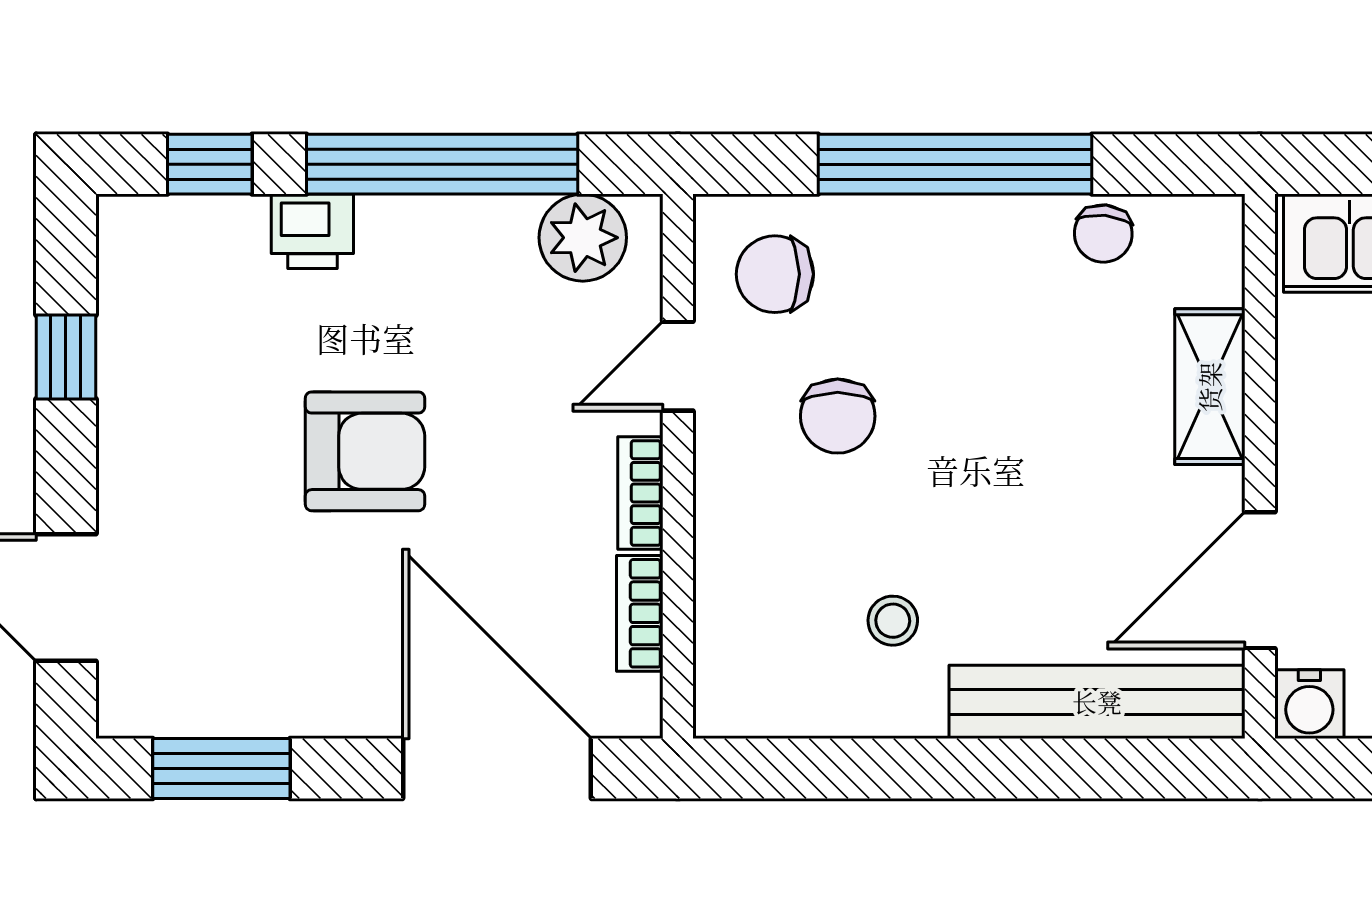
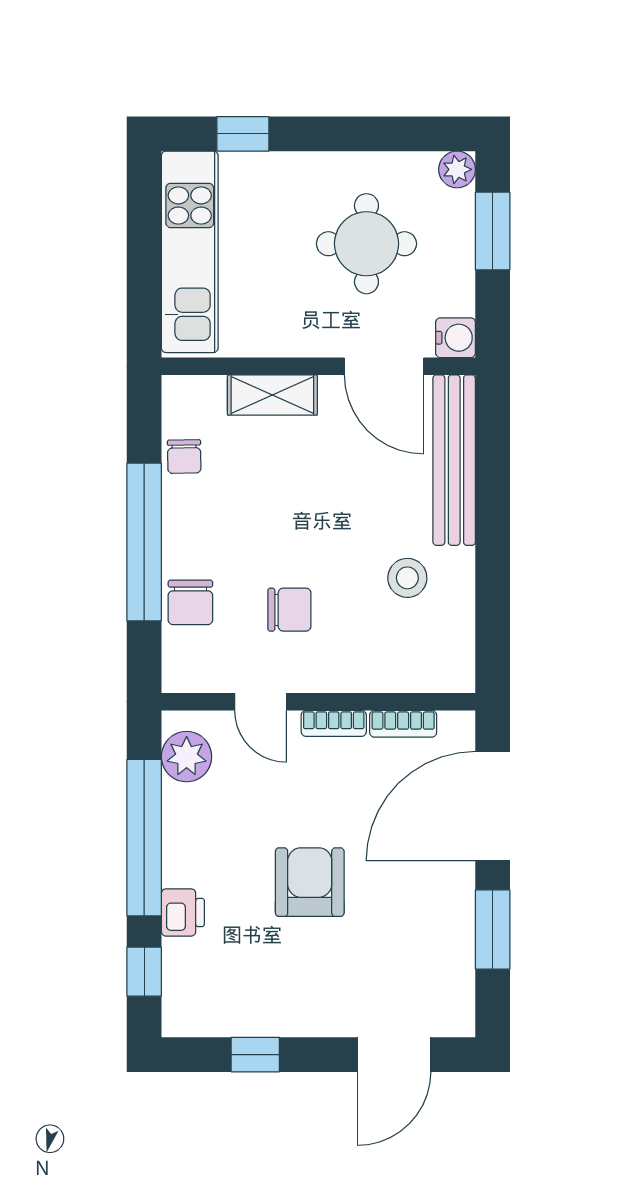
chair: (1103, 234) -> (184, 457), turned 83
chair: (775, 274) -> (190, 602), moved
stool: (893, 621) -> (407, 578), width x1.37, depth x1.37
window: (221, 769) -> (493, 929), moved

